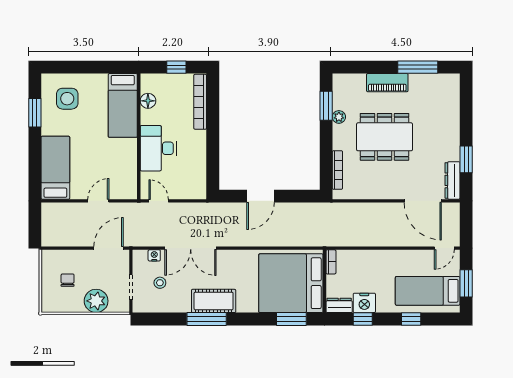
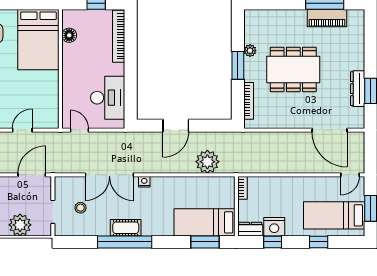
piano: (387, 83) -> (327, 18), moved
bed: (123, 105) -> (38, 40), width x1.50
window: (326, 106) -> (238, 65), moved
desk: (158, 148) -> (108, 98), moved, turned 180
dresser: (452, 180) -> (358, 89), moved
plant: (294, 234) -> (207, 162), added
nightstand: (154, 255) -> (144, 182), moved
bed: (291, 283) -> (205, 222), width x0.49
cot: (214, 301) -> (126, 228), width x0.73, depth x0.75
window: (207, 319) -> (125, 242), width x1.46

